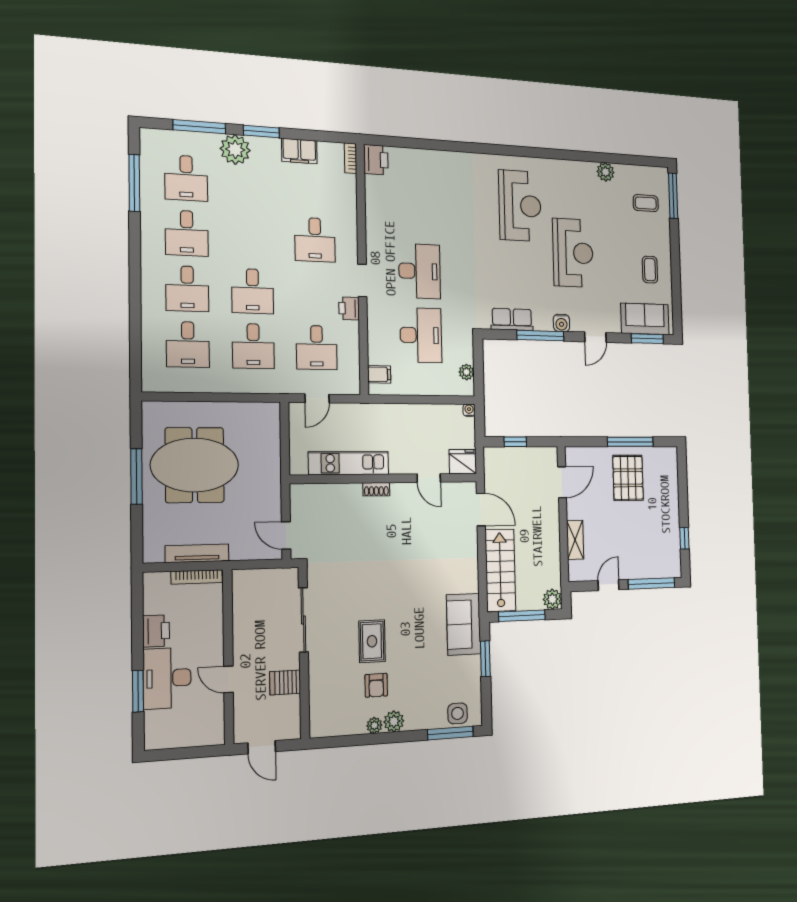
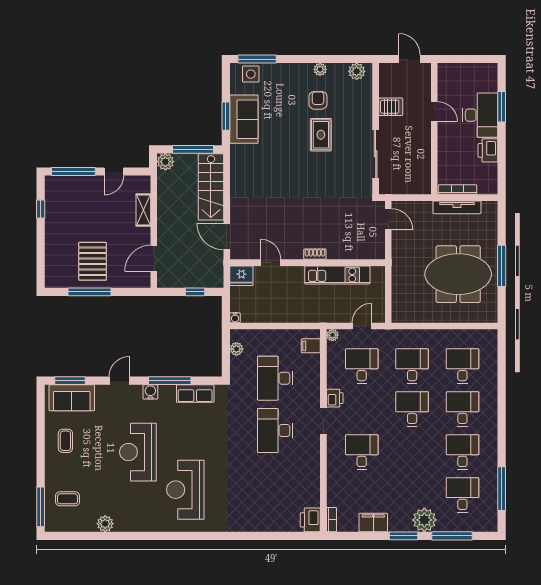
plant: (353, 387) -> (332, 335), added
sofa: (464, 624) -> (244, 119), moved
plant: (394, 721) -> (357, 71), moved

